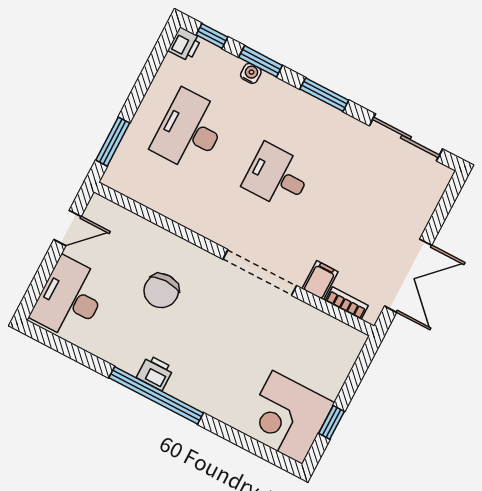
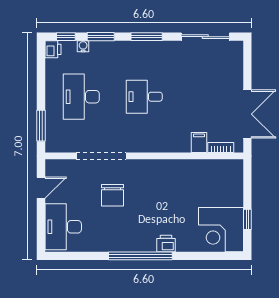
water cooler: (251, 73) -> (83, 46), moved
doorway: (260, 272) -> (101, 156), moved
printer: (155, 373) -> (166, 243), moved

